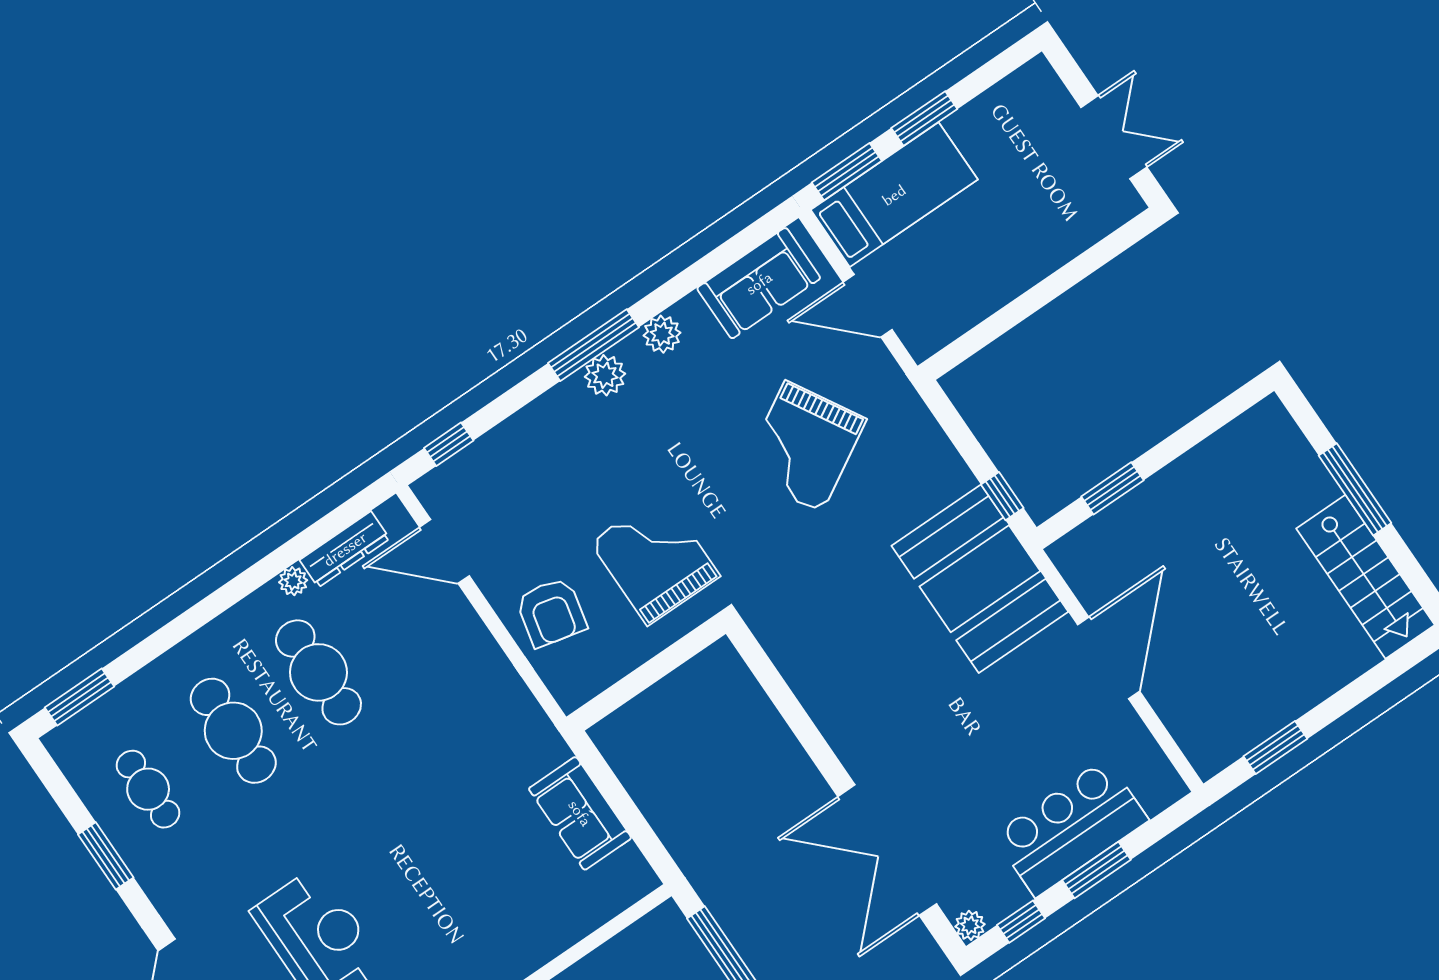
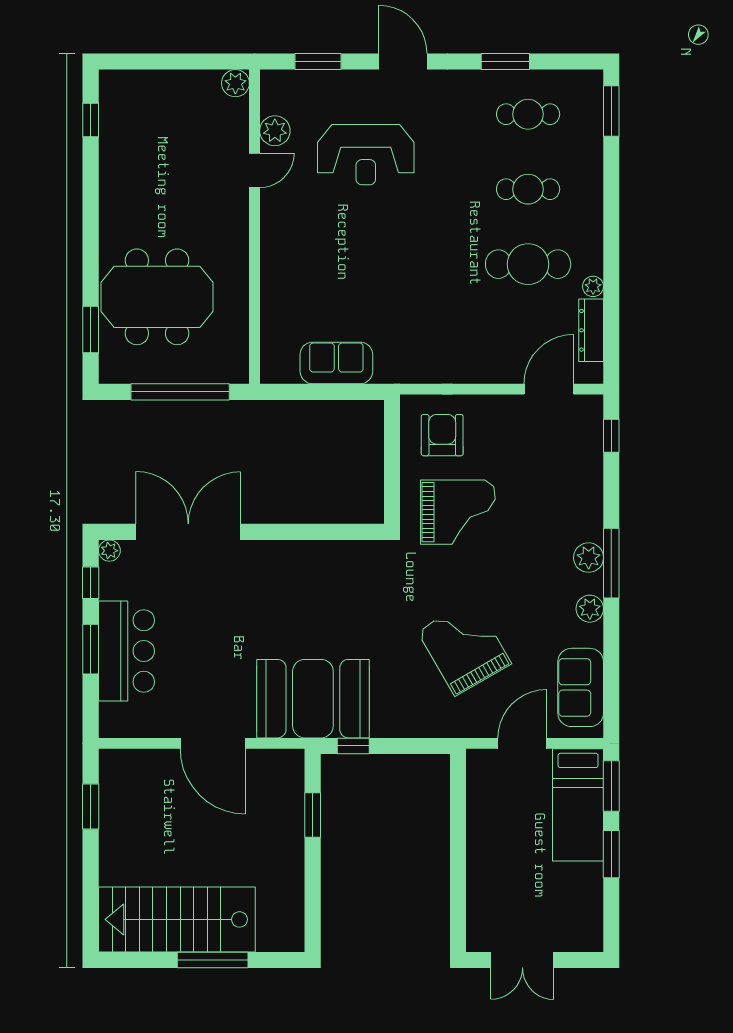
stairs: (1365, 577) -> (177, 919), width x1.36, depth x1.51
armchair: (551, 612) -> (442, 435), moved, turned 77
cafe table: (233, 731) -> (528, 189), width x0.73, depth x0.74

